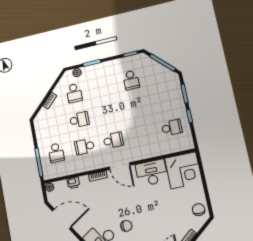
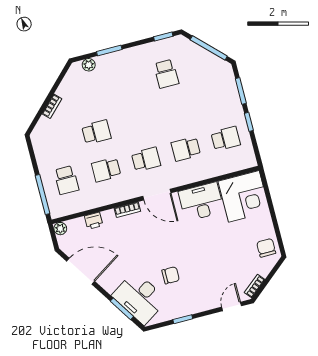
school desk: (74, 93) -> (186, 149), moved, turned 90

